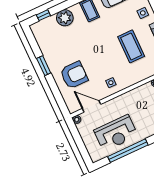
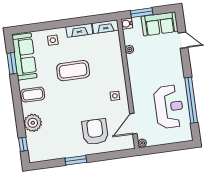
coffee table: (131, 46) -> (73, 71), moved

